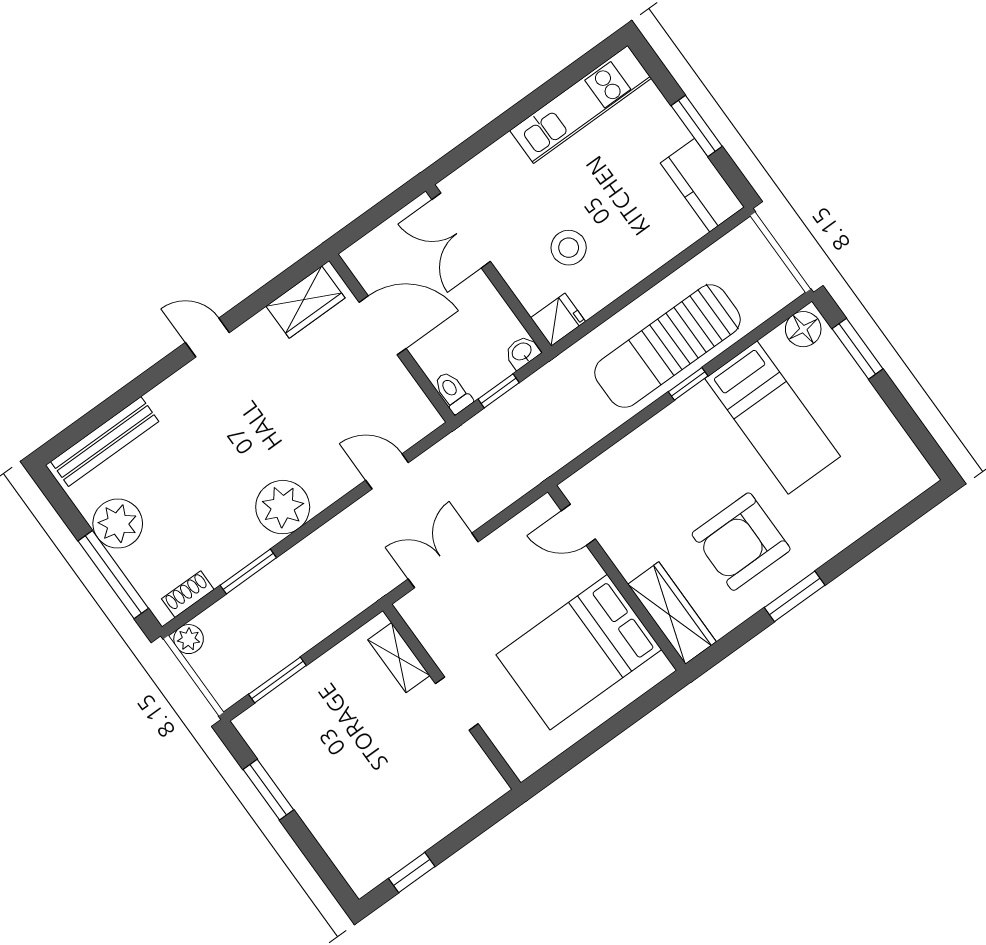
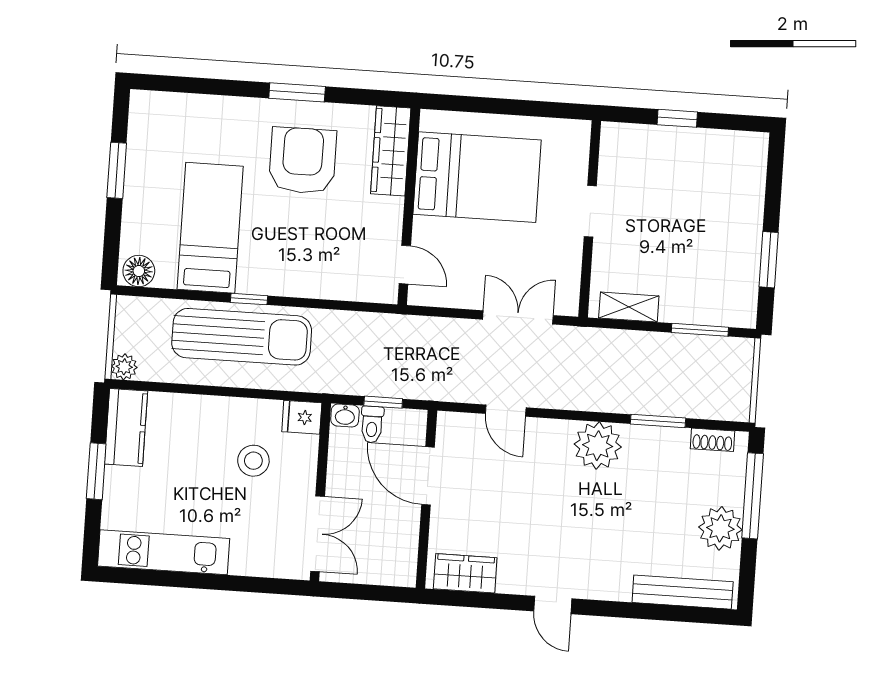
door: (383, 325) -> (428, 476), moved
window: (857, 349) -> (117, 170), moved
toilet: (453, 392) -> (372, 424), moved
armchair: (741, 542) -> (303, 161), turned -90
double door: (443, 560) -> (518, 317), swing flipped
plant: (189, 639) -> (124, 367), moved
shelving: (399, 658) -> (629, 307), moved, turned 90
window: (412, 872) -> (677, 118), moved

